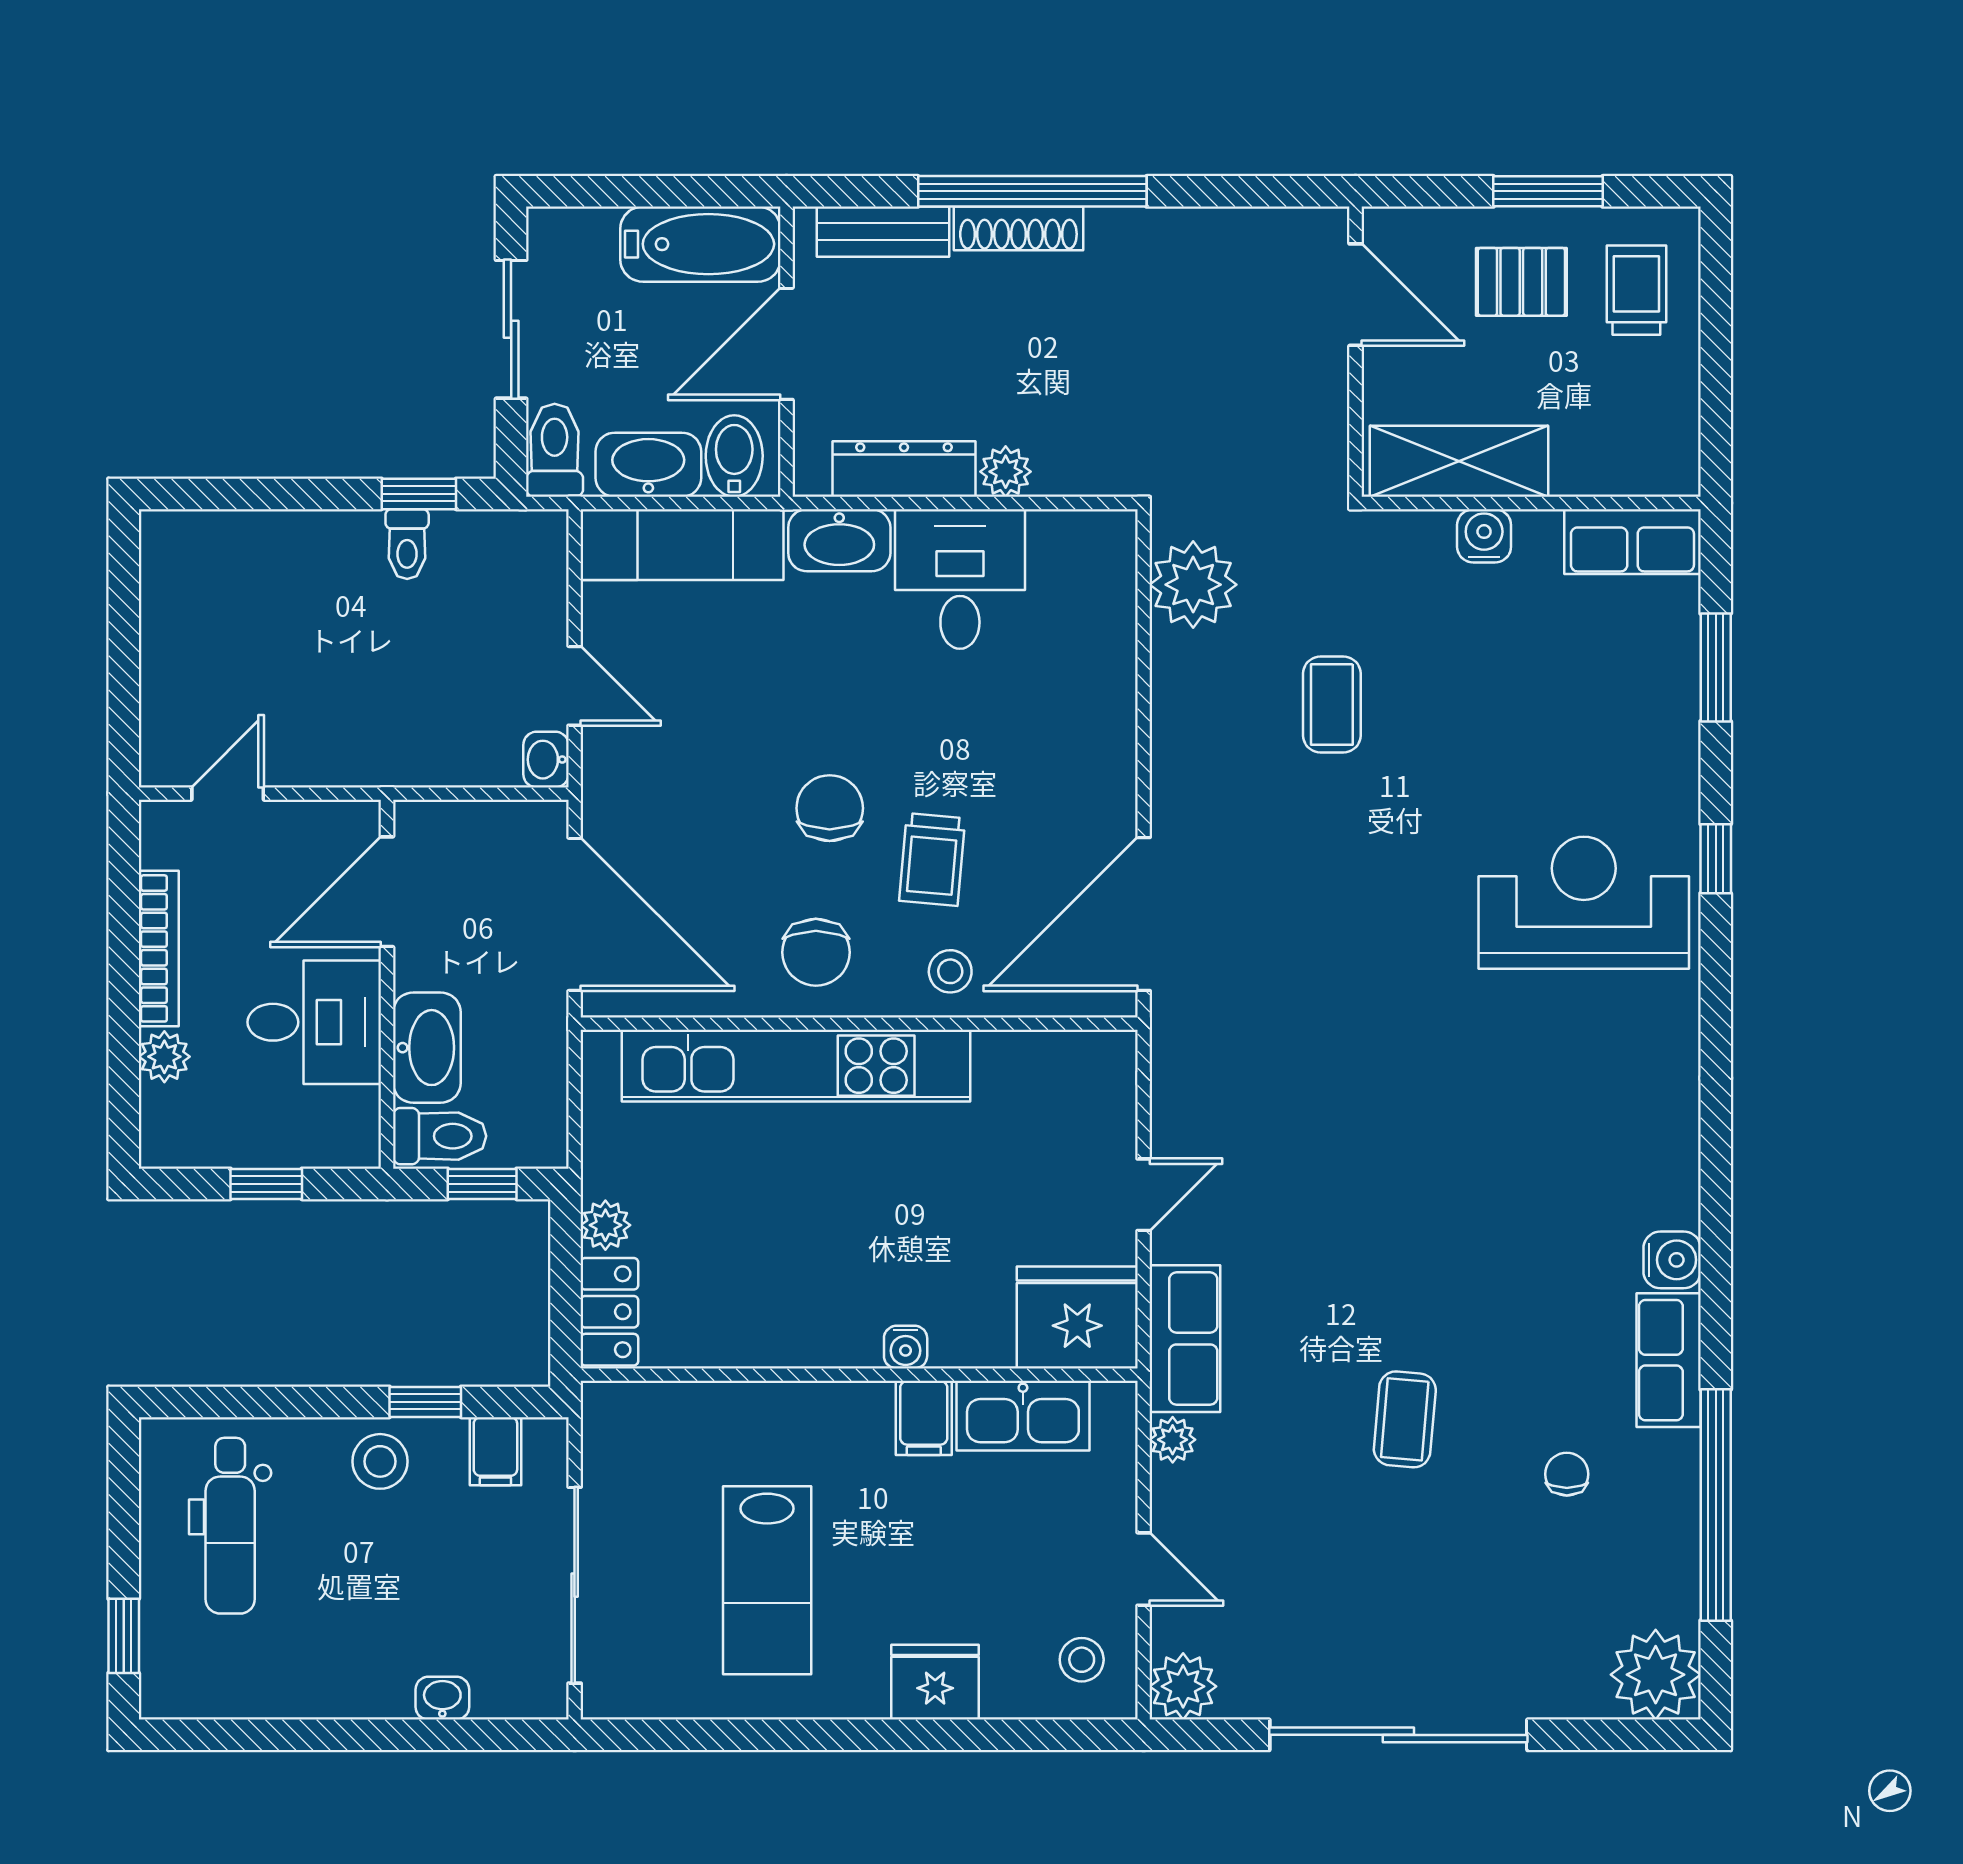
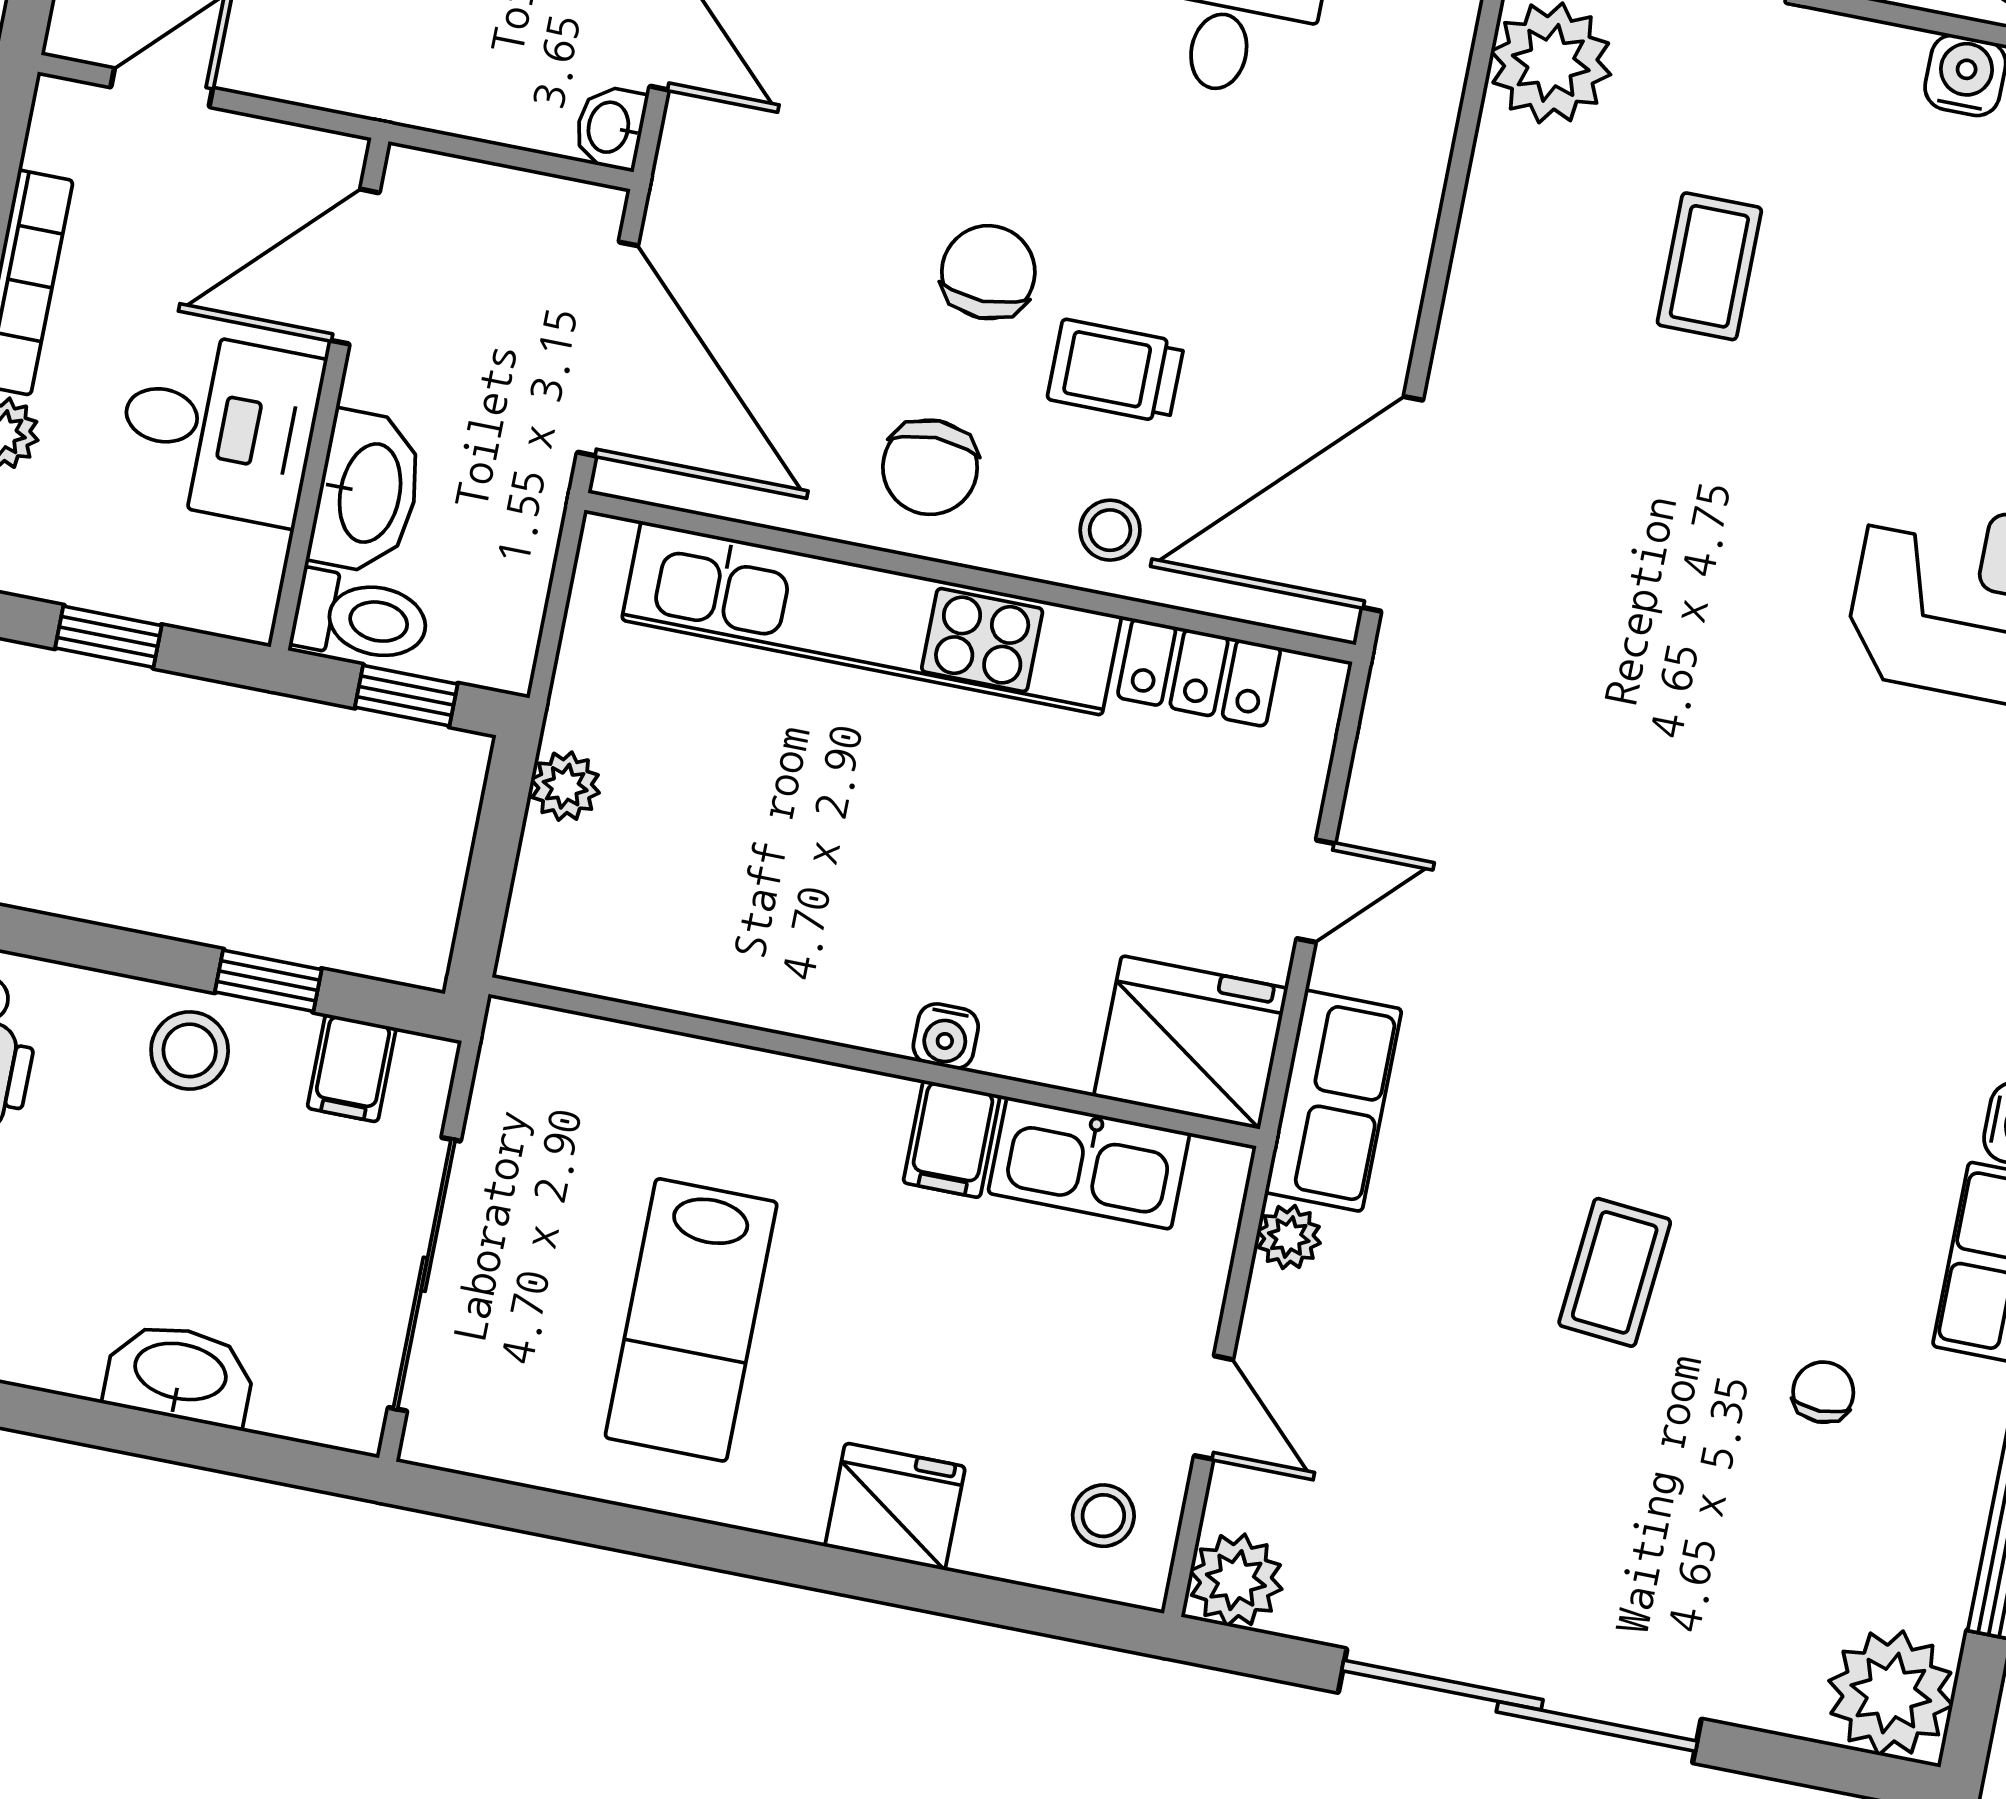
trolley: (932, 859) -> (1116, 371), turned 85
locker: (609, 1312) -> (1199, 673), moved, turned 90
washbasin: (442, 1698) -> (180, 1374), width x1.91, depth x1.45

